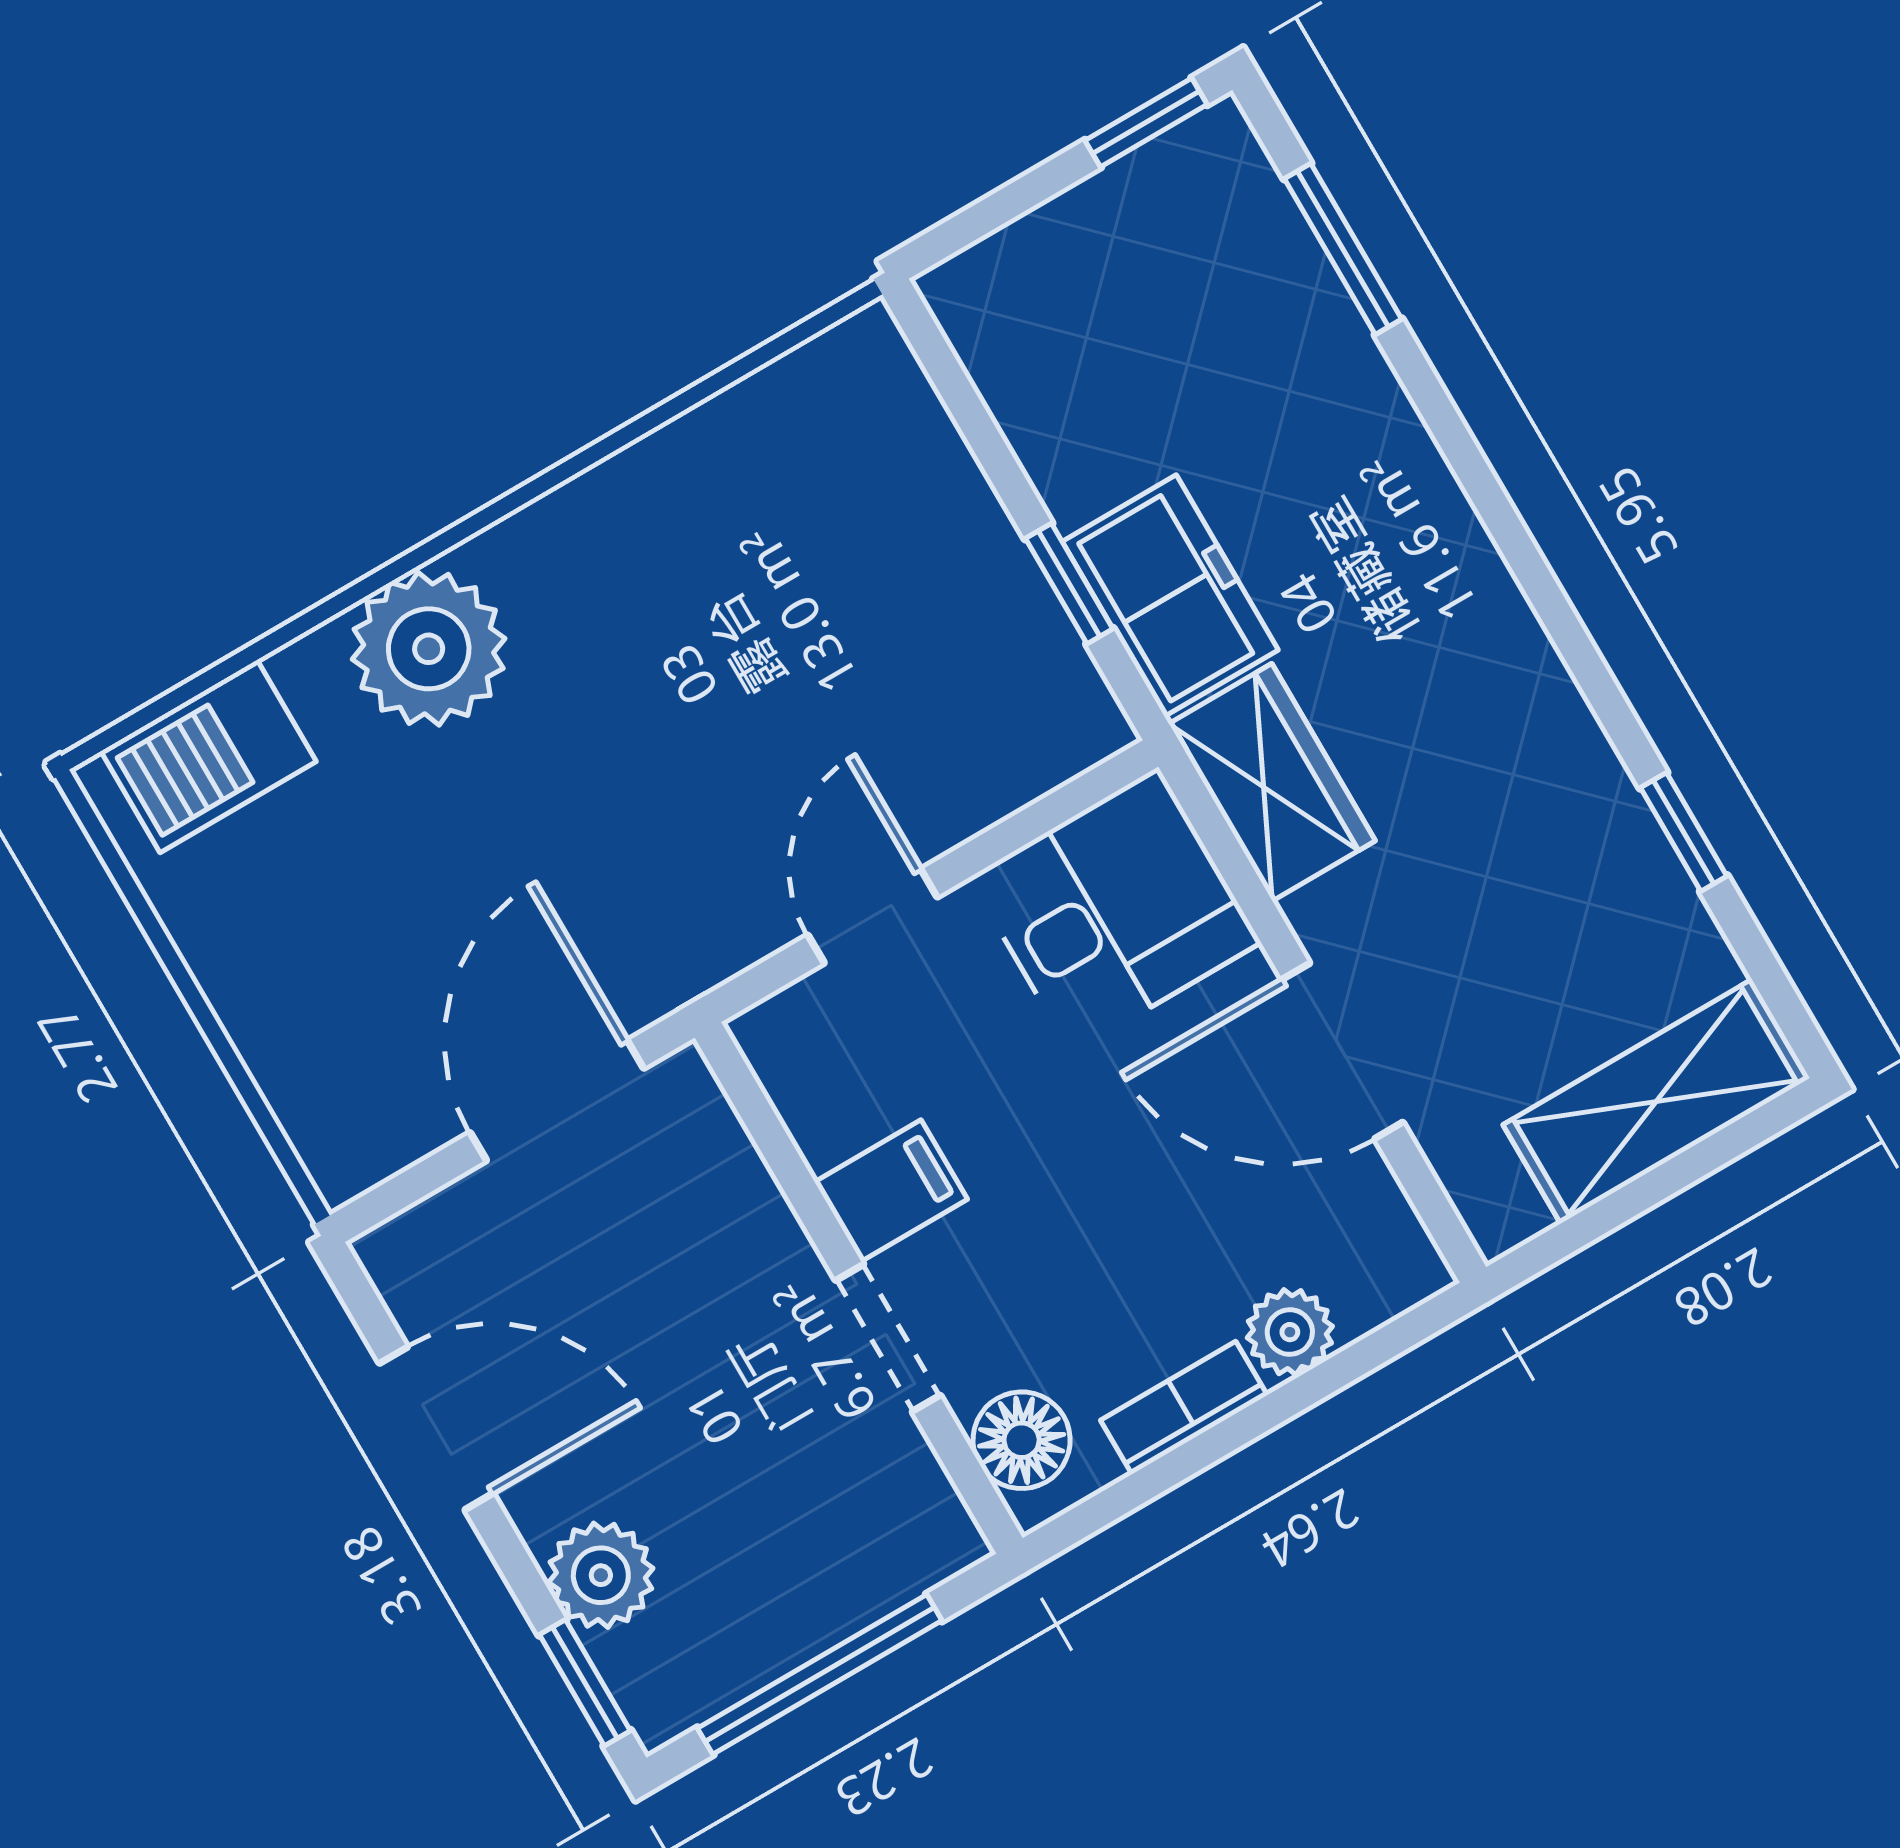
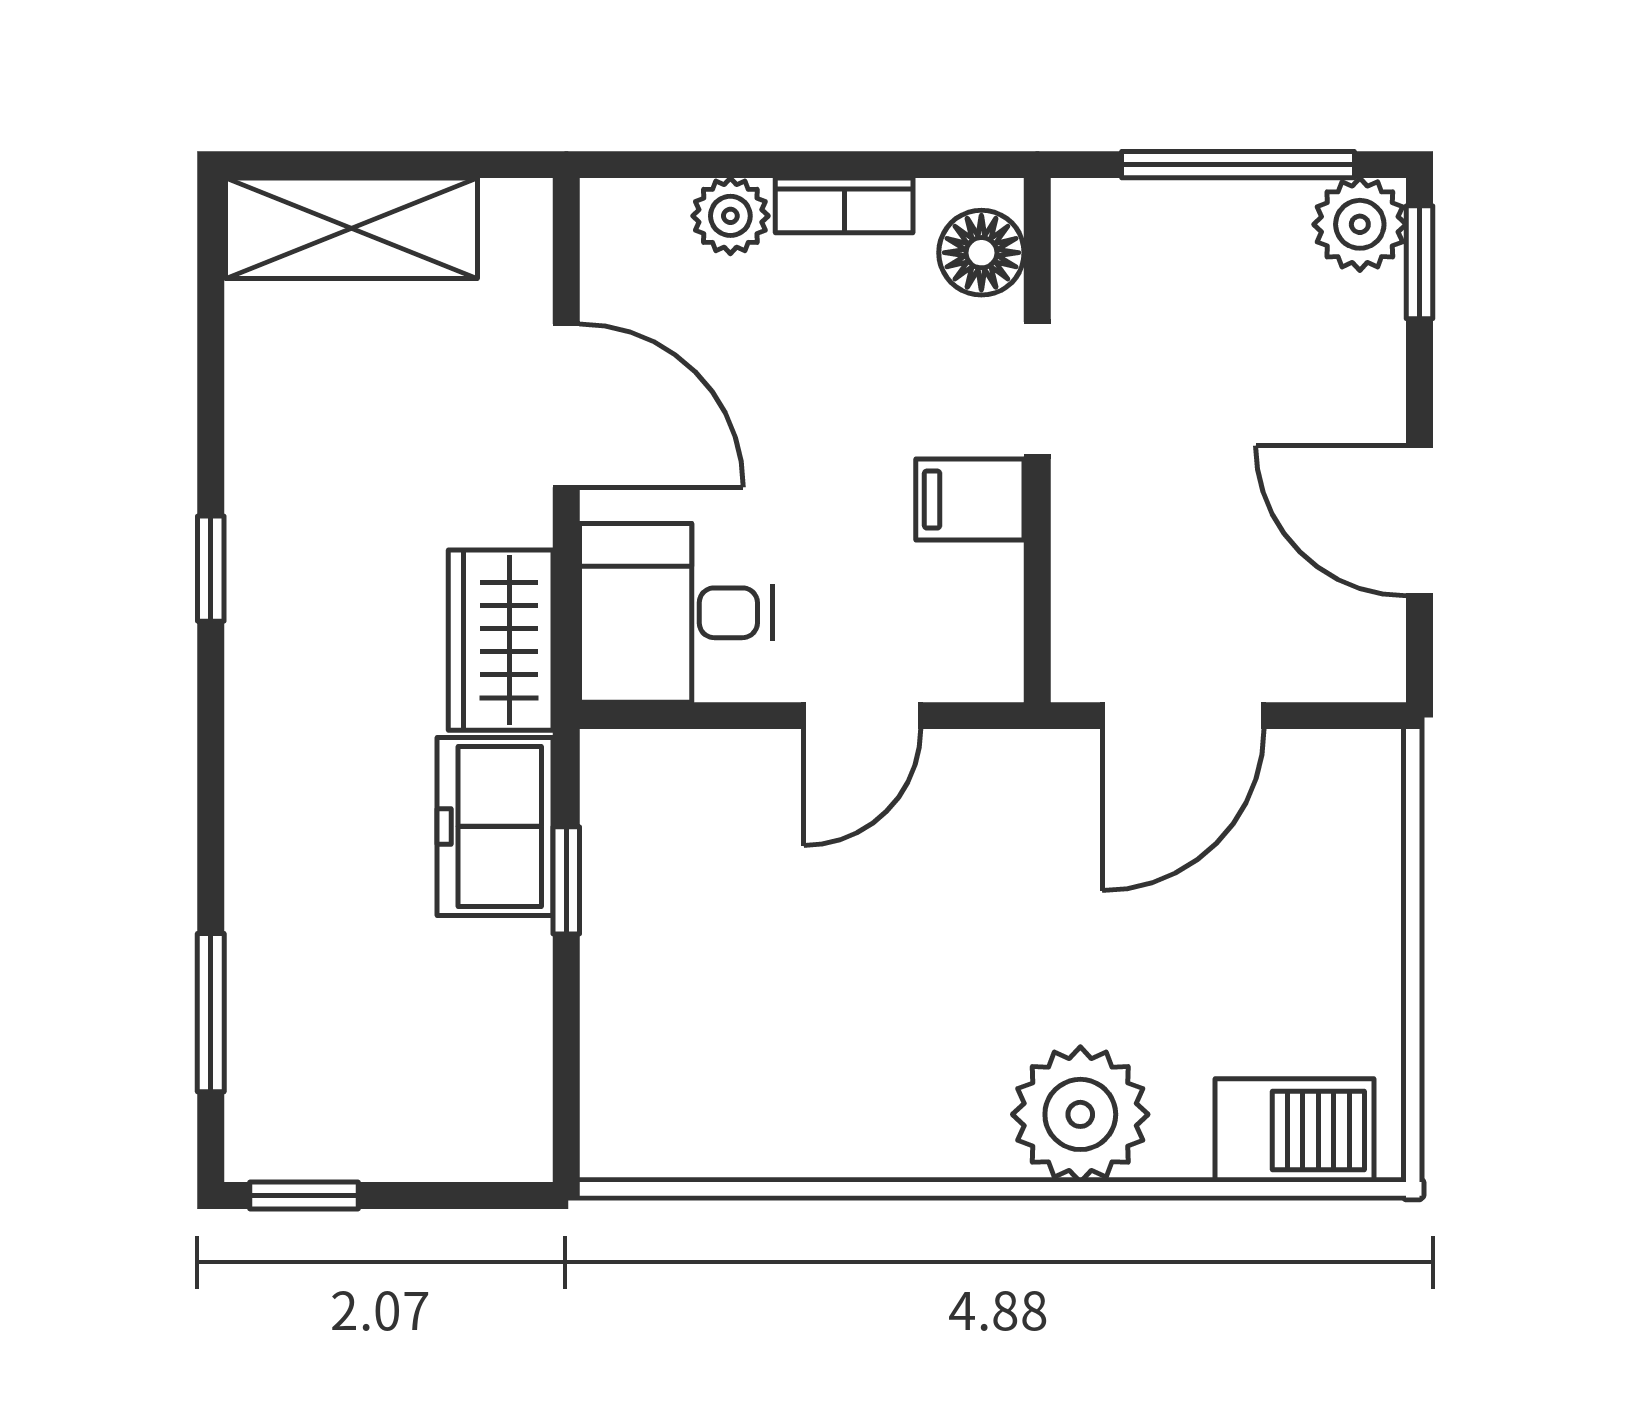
window: (1684, 832) -> (211, 569), moved
plant: (601, 1575) -> (1360, 224), moved

